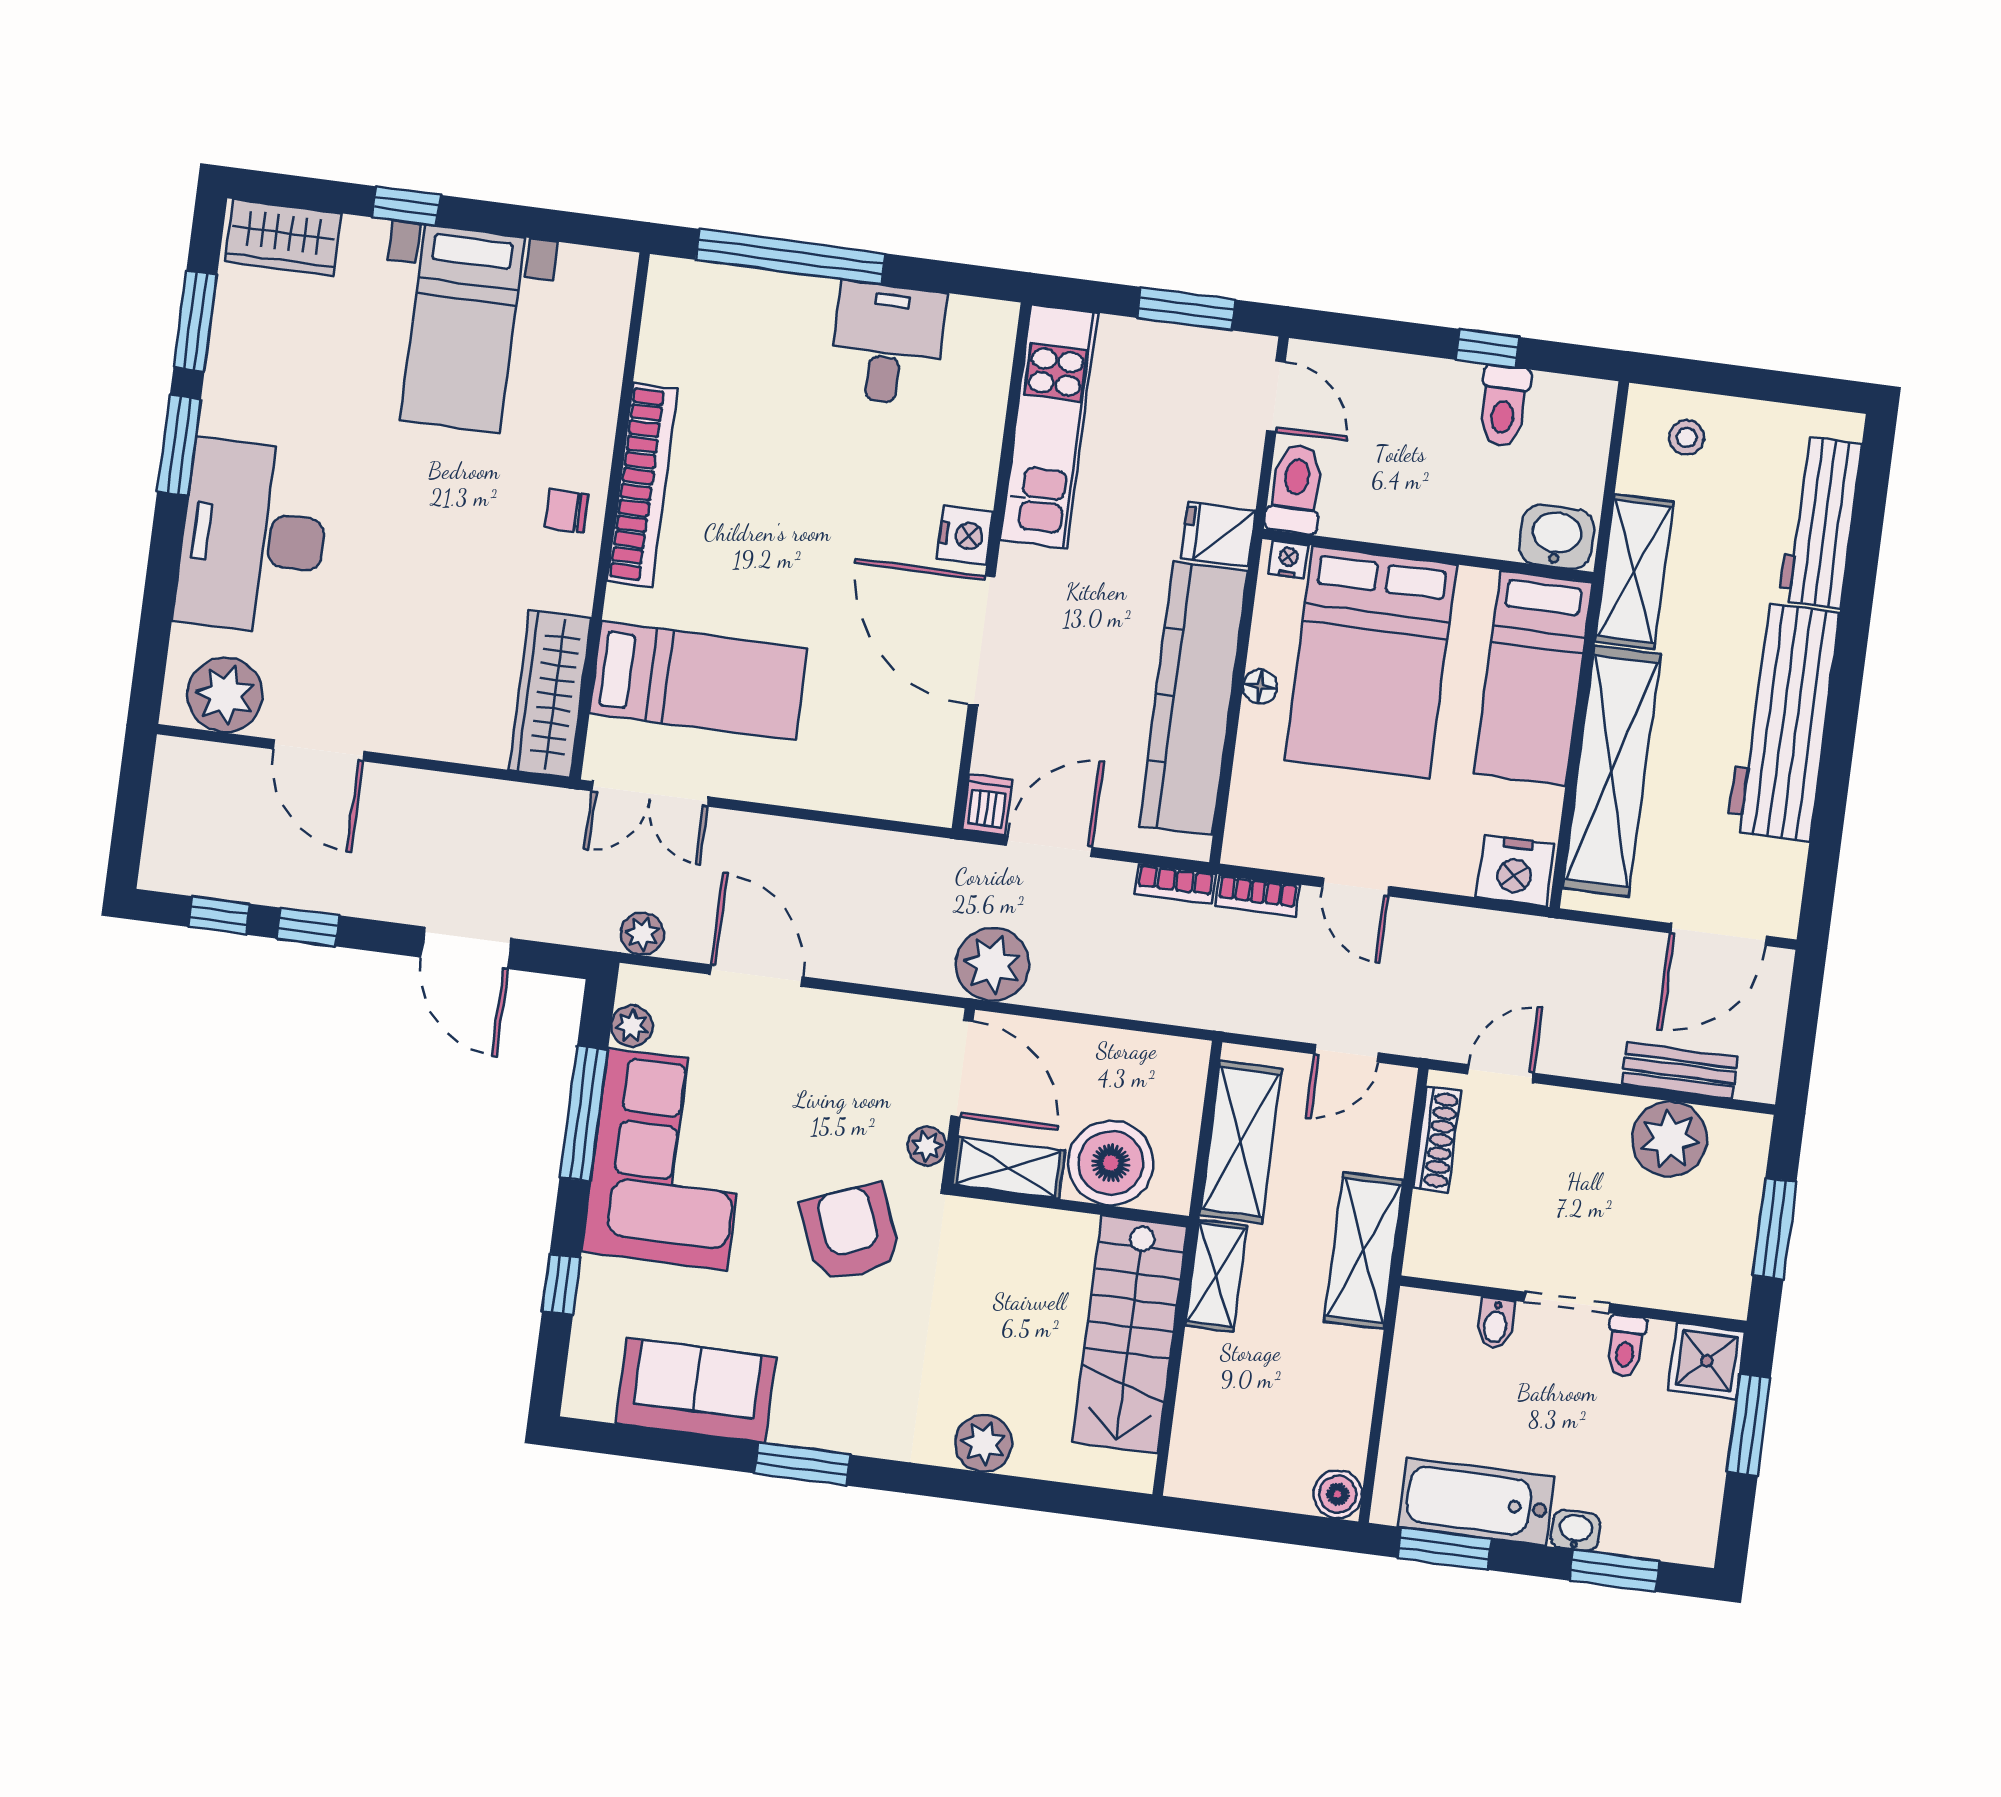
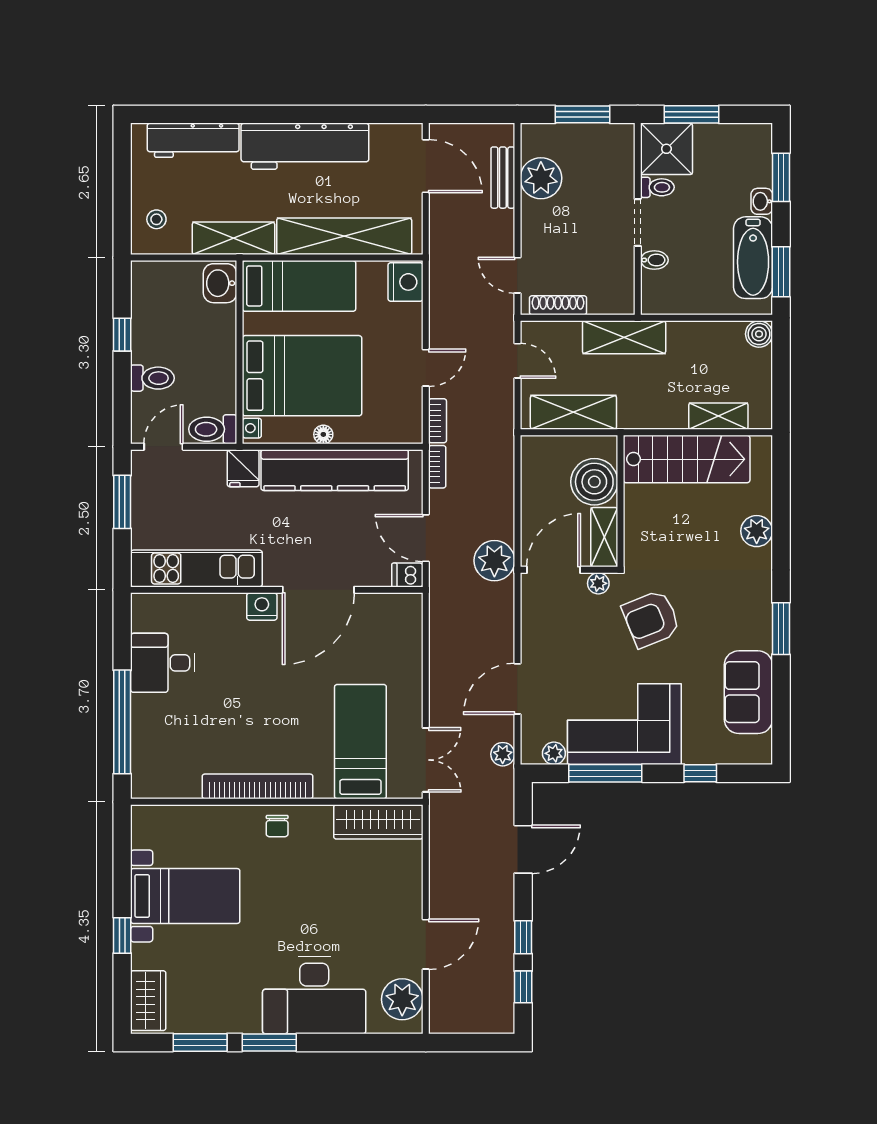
toilet: (1504, 406) -> (152, 378), moved
shelving: (1216, 1276) -> (718, 416), moved
shower: (1707, 1361) -> (666, 149), width x1.36, depth x1.36

